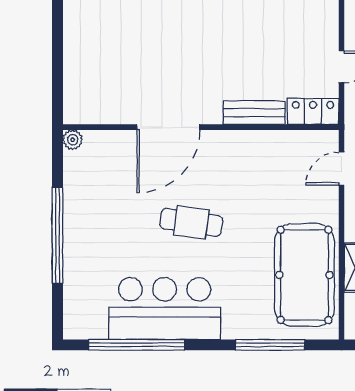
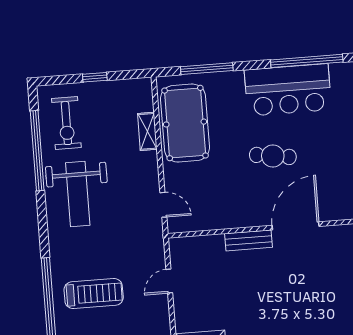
locker: (313, 111) -> (188, 246), removed
bench: (254, 113) -> (249, 240), moved
door: (342, 169) -> (163, 205), hinge flipped

